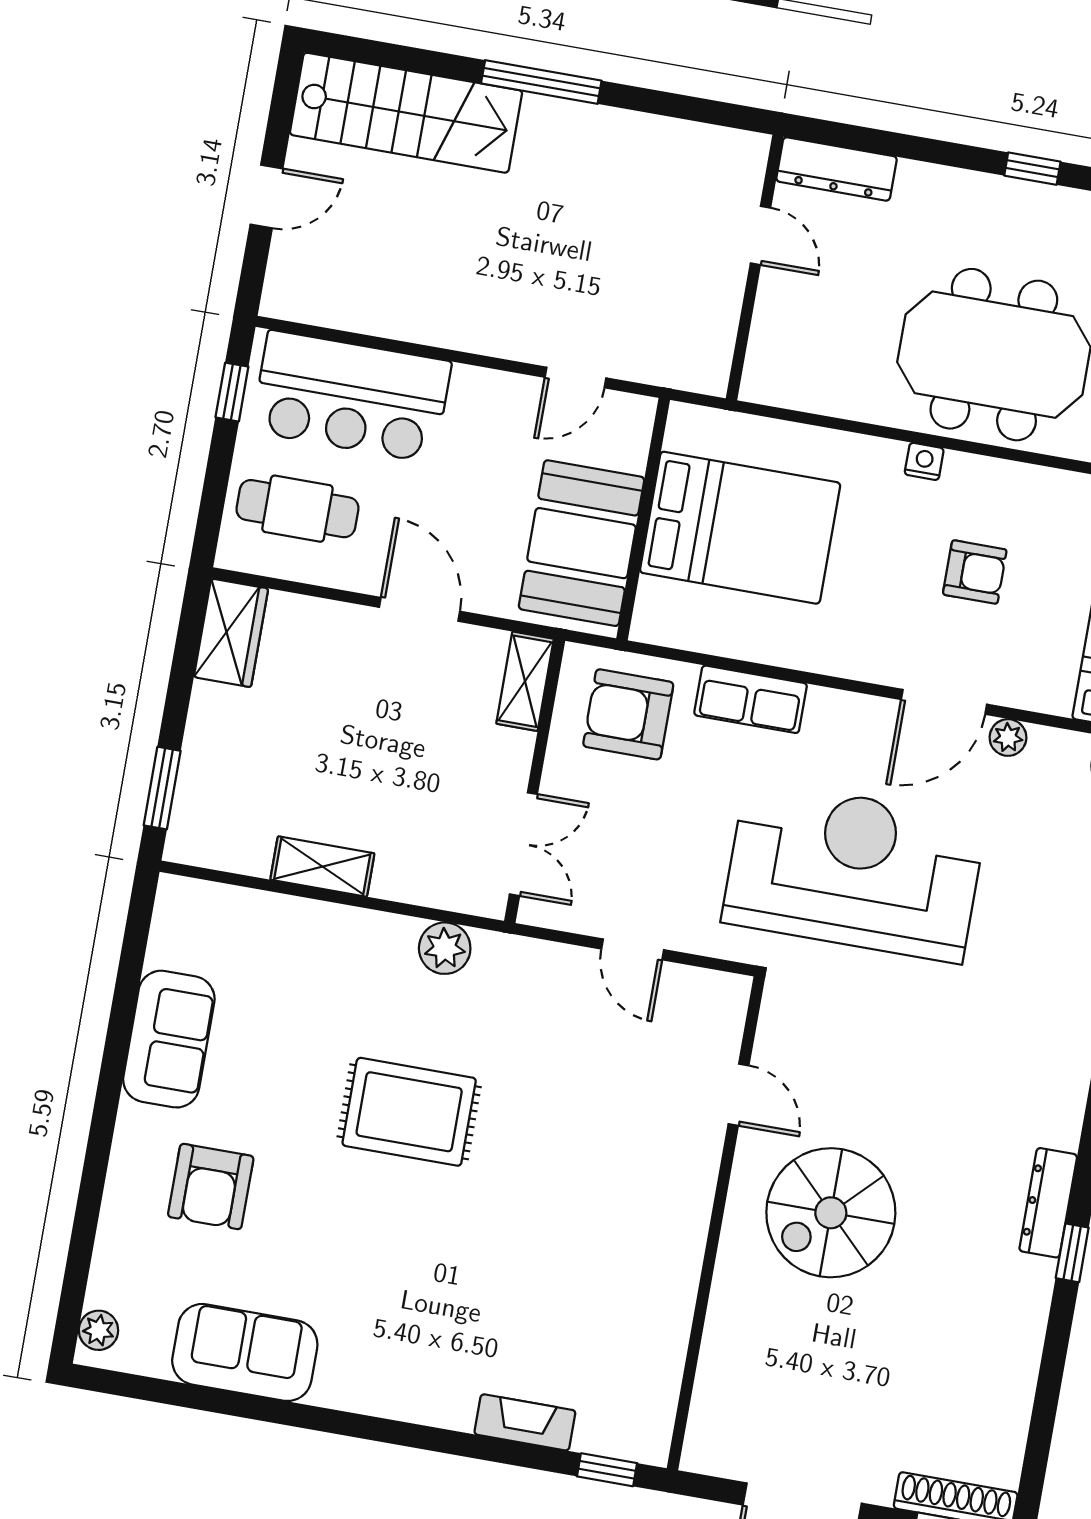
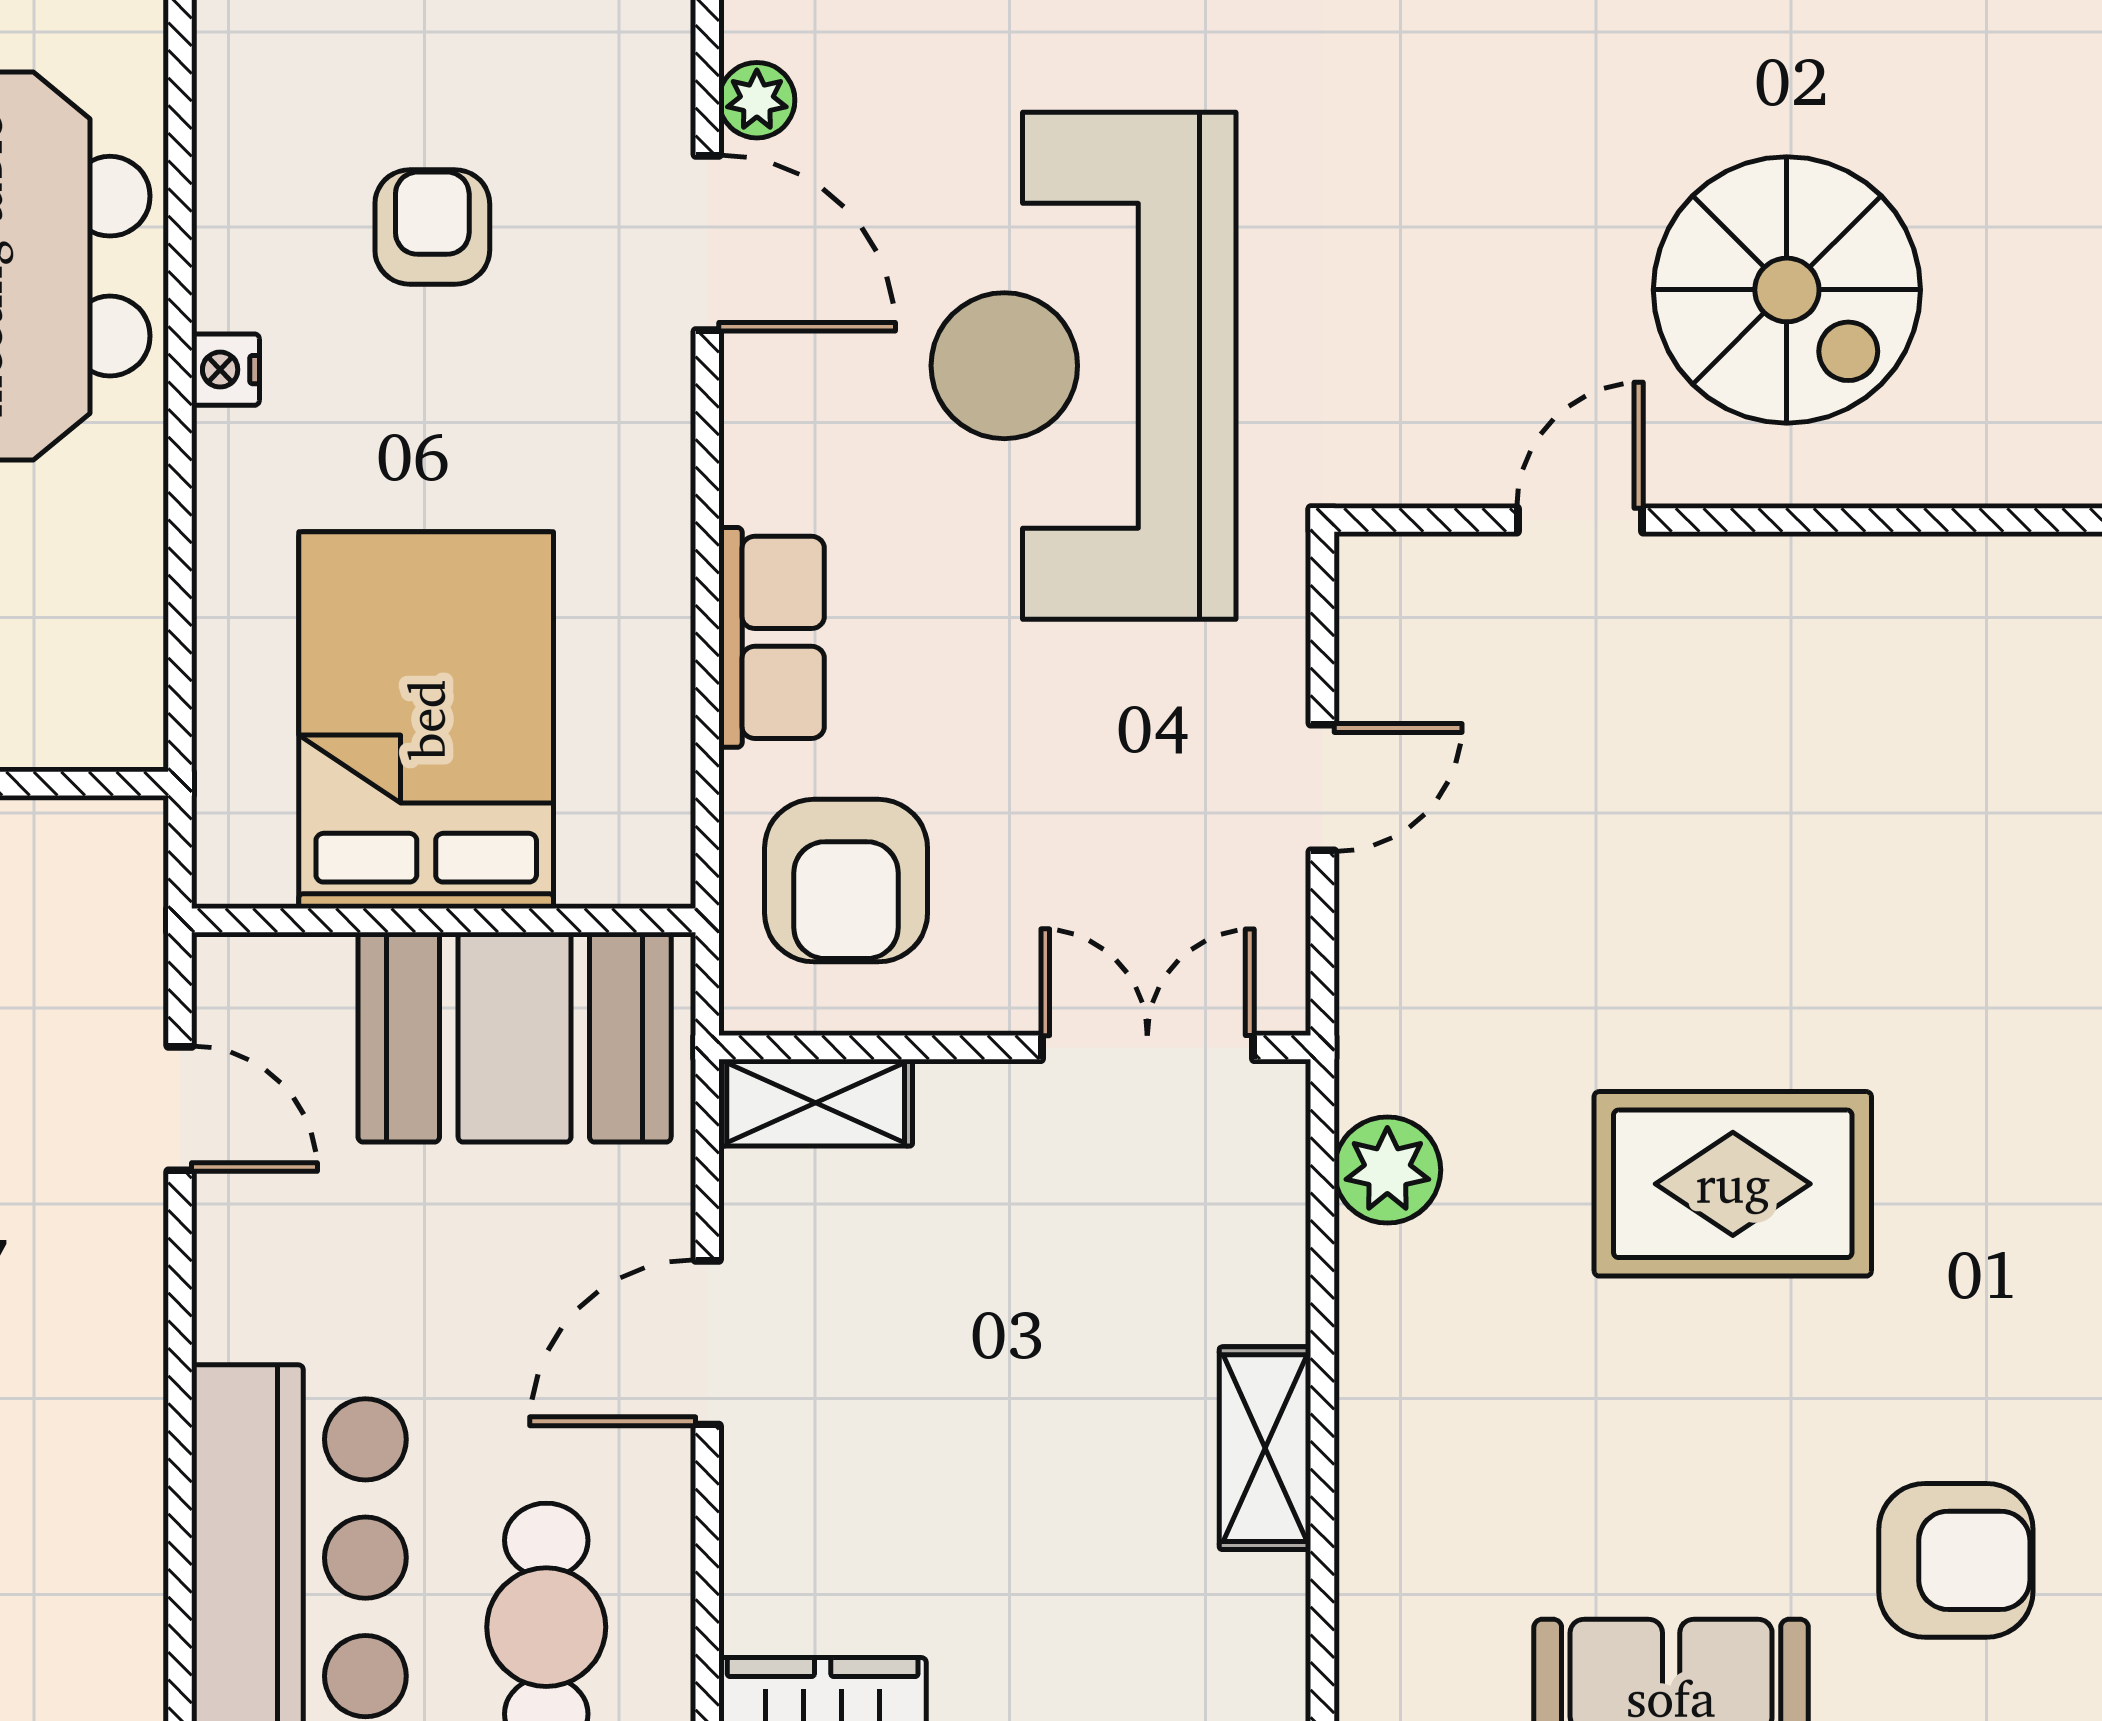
rug: (409, 1112) -> (1733, 1184), turned 90

